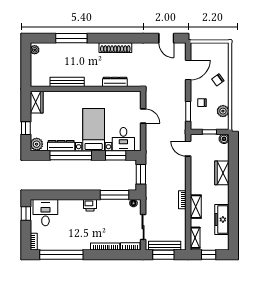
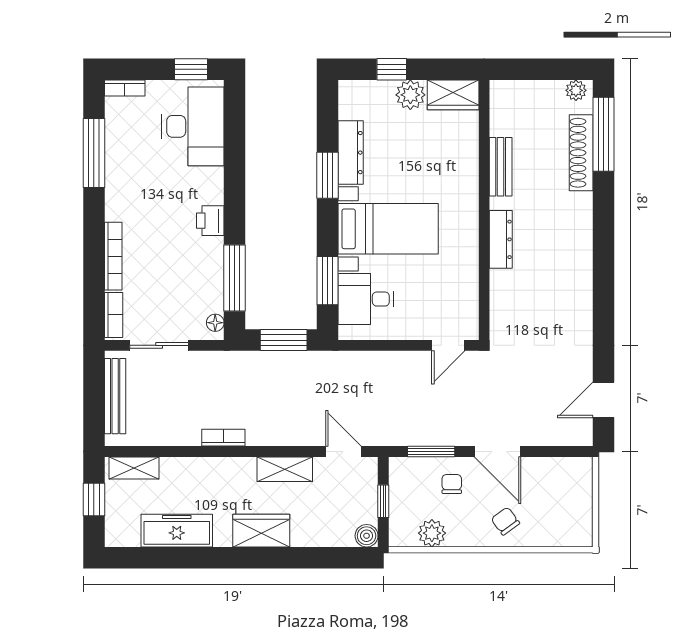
window: (71, 38) -> (603, 134), moved
shoe rack: (115, 48) -> (581, 153), moved
door: (188, 70) -> (498, 452), moved
bench: (67, 82) -> (501, 167), width x0.73
dresser: (115, 82) -> (501, 239), moved
door: (143, 116) -> (448, 345), moved
plant: (37, 144) -> (410, 95), moved
door: (188, 149) -> (343, 452), hinge flipped
window: (71, 155) -> (327, 175), width x0.47
wardrobe: (222, 173) -> (261, 531), moved
shelving: (196, 207) -> (285, 469), moved
desk: (45, 213) -> (193, 126), width x1.37
window: (61, 255) -> (94, 153), width x0.68
window: (163, 255) -> (94, 393), removed

